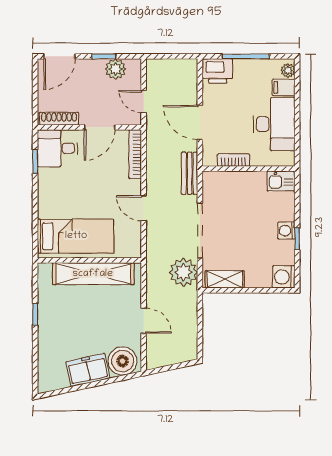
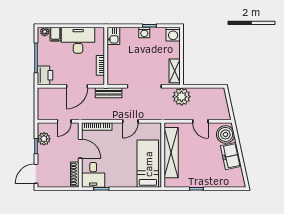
door: (59, 56) -> (36, 174), swing flipped
plant: (183, 272) -> (182, 97), moved
door: (144, 321) -> (200, 121), swing flipped

